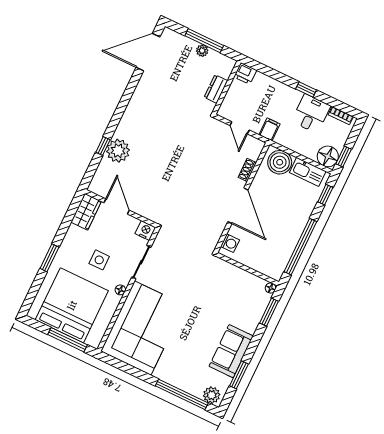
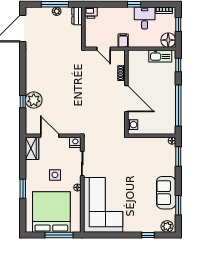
dresser: (216, 89) -> (77, 16), moved
window: (344, 156) -> (178, 24), moved
boiler: (280, 162) -> (140, 58), removed
window: (182, 394) -> (148, 235), width x0.32

